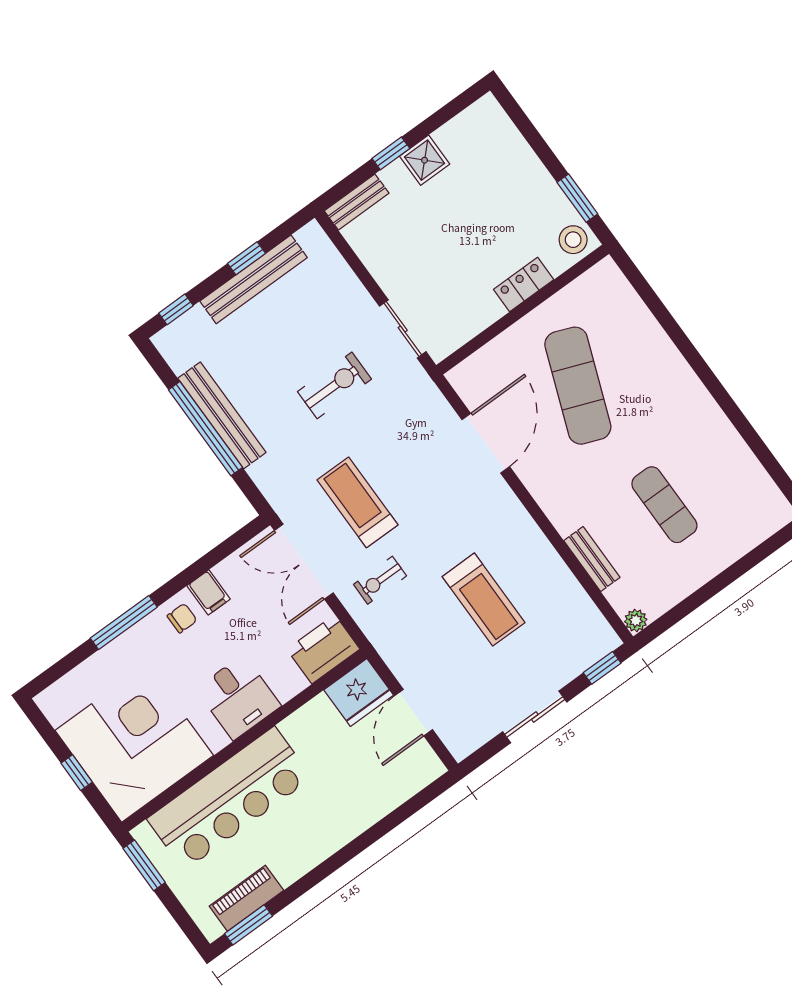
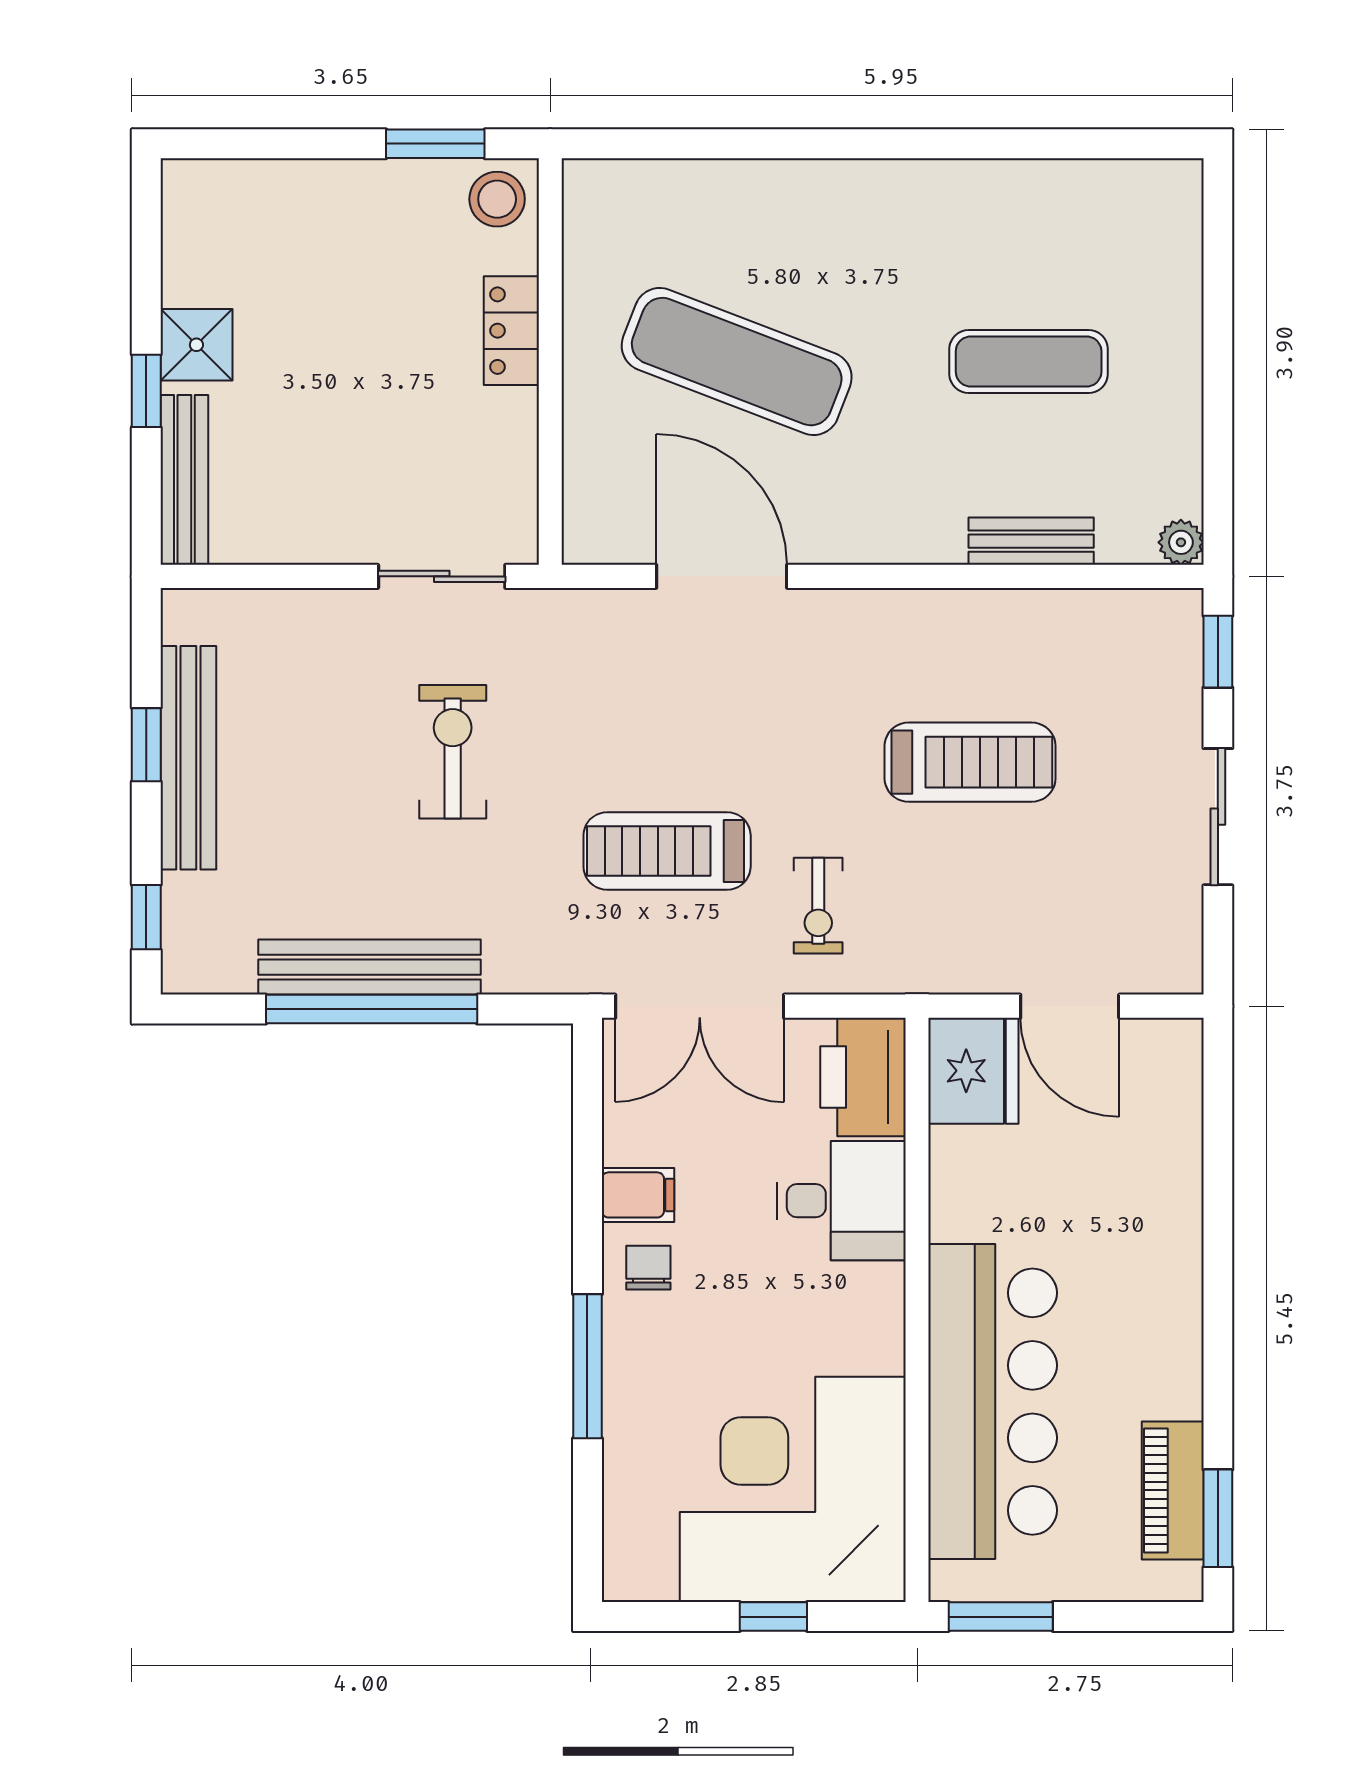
bench: (357, 202) -> (184, 480), width x1.36
desk: (238, 697) -> (841, 1201), moved

